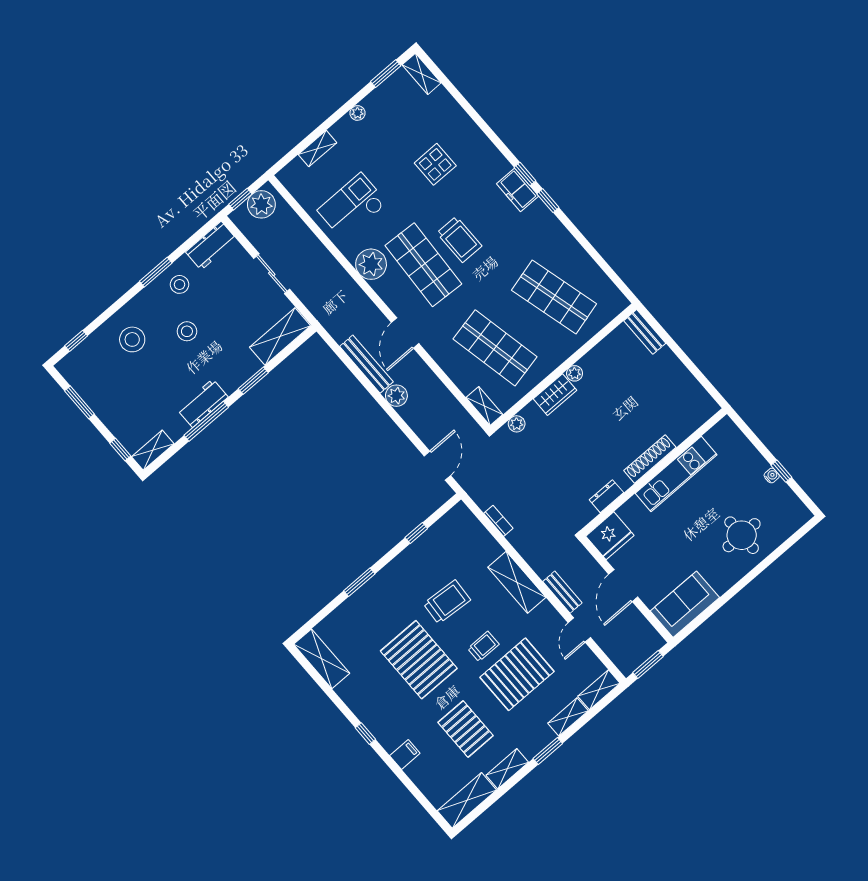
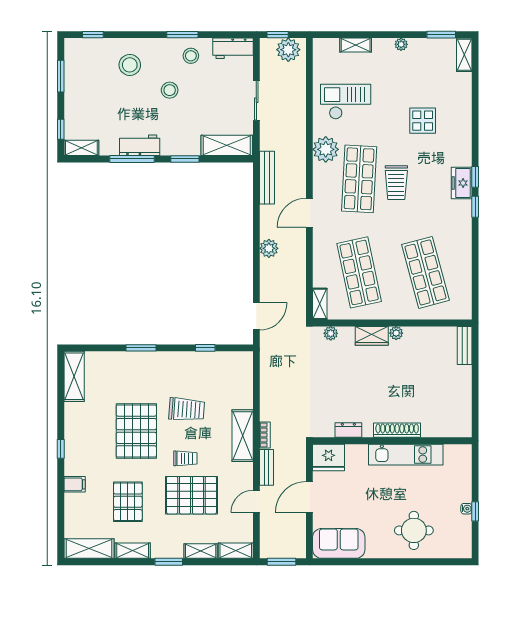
bench: (366, 364) -> (267, 178), moved
bookcase: (498, 521) -> (265, 435), moved

